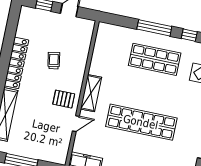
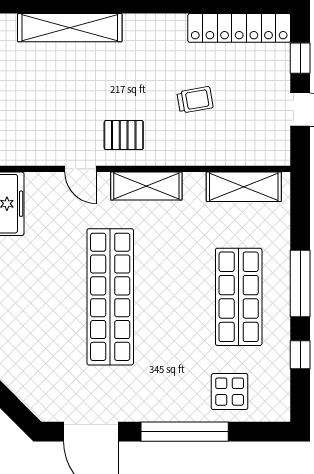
shelving: (101, 46) -> (244, 187), added
locker: (17, 63) -> (239, 28), moved
pallet: (64, 99) -> (124, 135), turned 90

